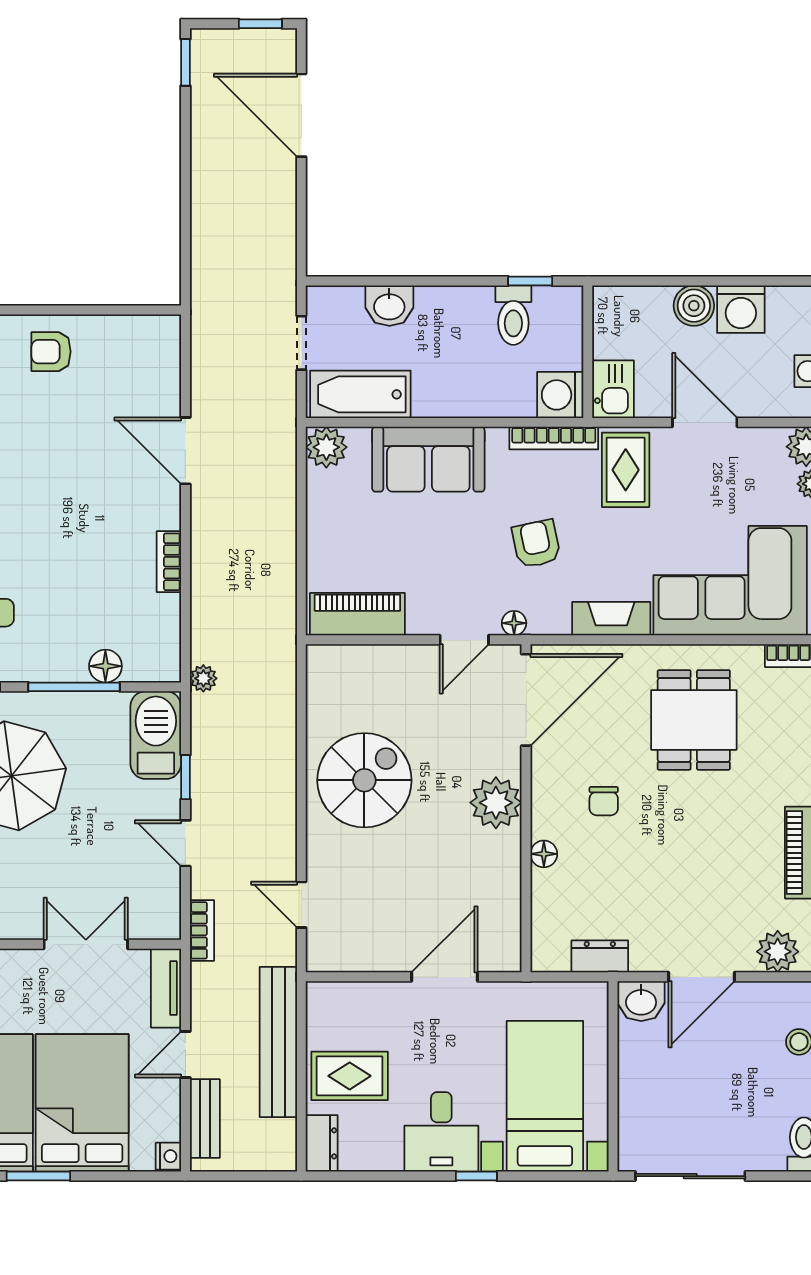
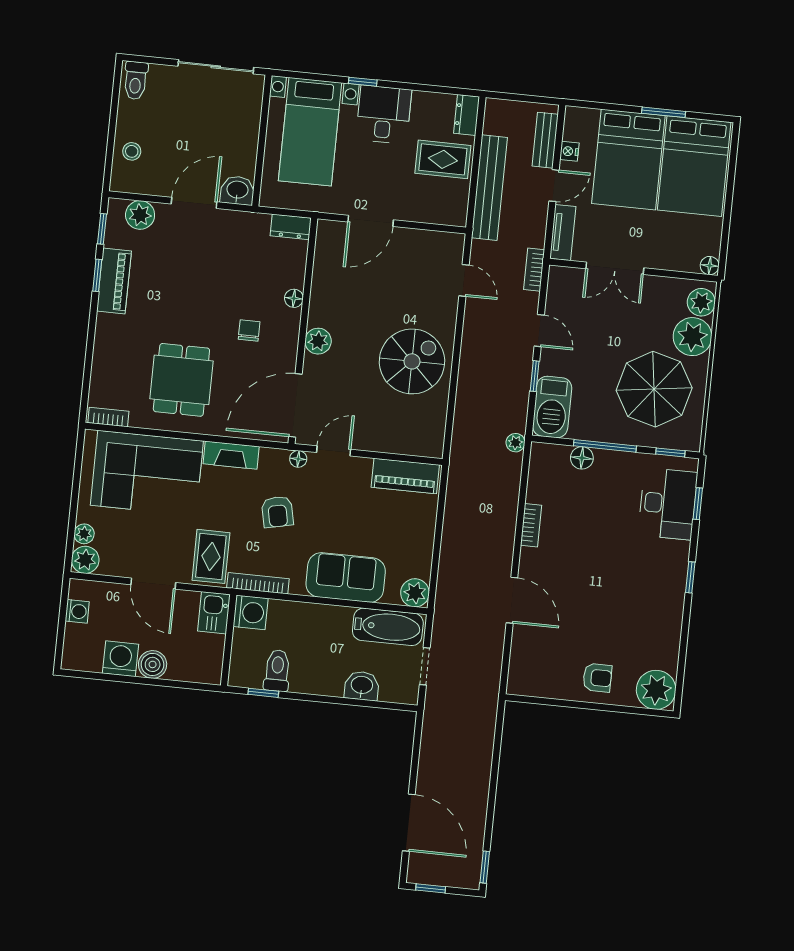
spiral stairs: (364, 780) -> (412, 361), turned 180
plant: (496, 803) -> (318, 341), width x0.73, depth x0.73
dresser: (600, 956) -> (291, 227), moved
nightstand: (168, 1156) -> (569, 151), moved

